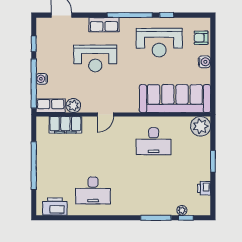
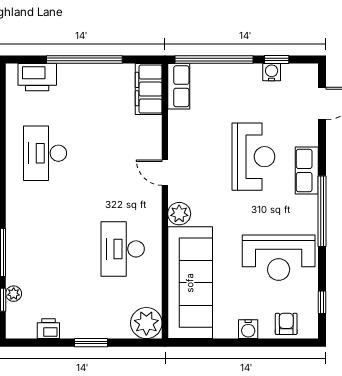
window: (167, 15) -> (322, 302), moved
reception desk: (159, 43) -> (279, 258), turned -90
reception desk: (95, 58) -> (253, 157), turned 180
water cooler: (42, 79) -> (272, 72), moved
plant: (73, 106) -> (179, 214), moved
filing cabinet: (65, 125) -> (149, 89), moved
printer: (55, 207) -> (37, 77), moved, turned 90

